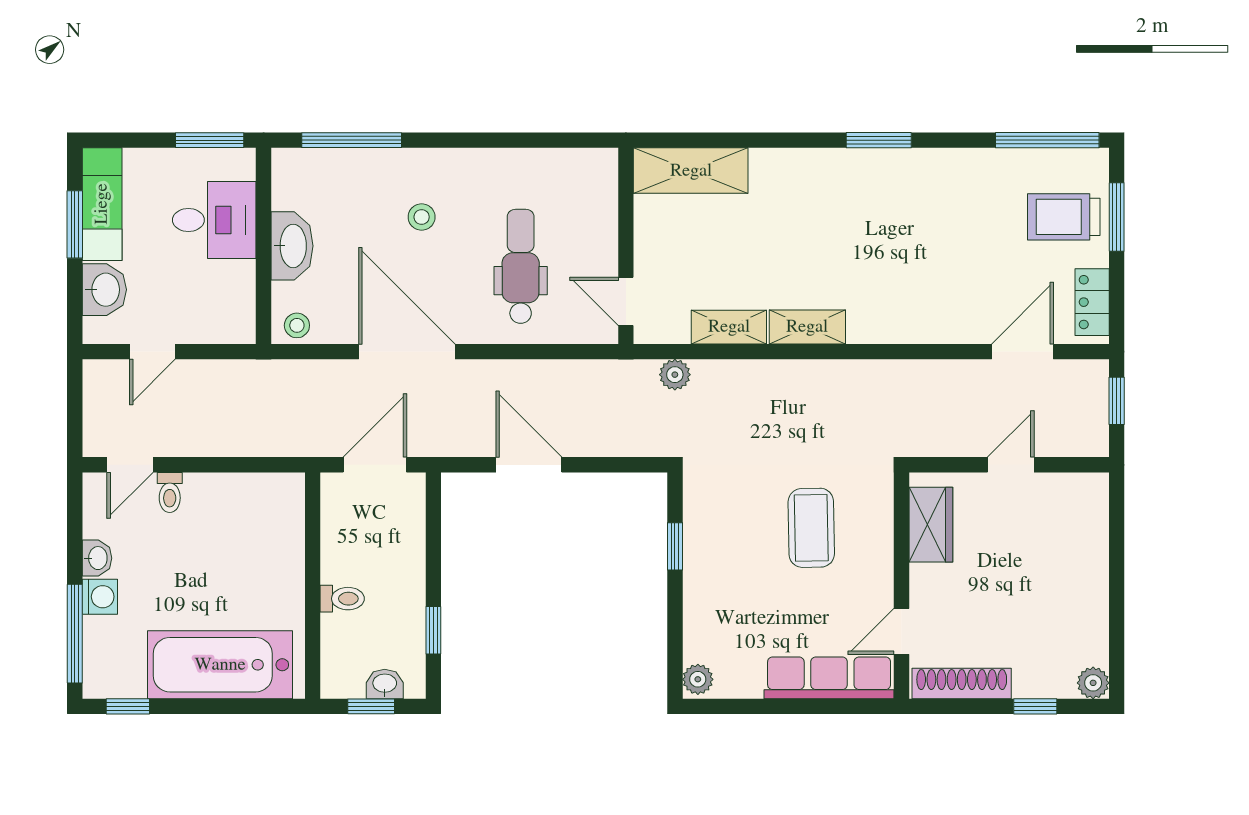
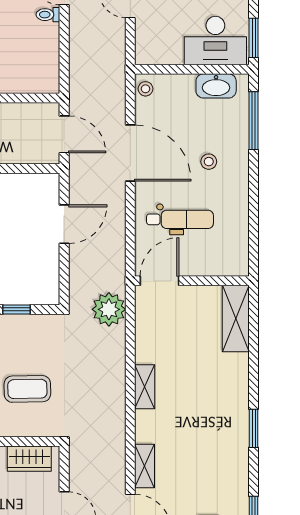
desk: (214, 220) -> (215, 41), width x1.37
washbasin: (292, 246) -> (216, 86), moved
door: (626, 301) -> (160, 281), width x1.38
shelving: (729, 327) -> (144, 466), moved
door: (407, 352) -> (130, 153), hinge flipped
plant: (675, 375) -> (109, 309), width x1.87, depth x1.87

